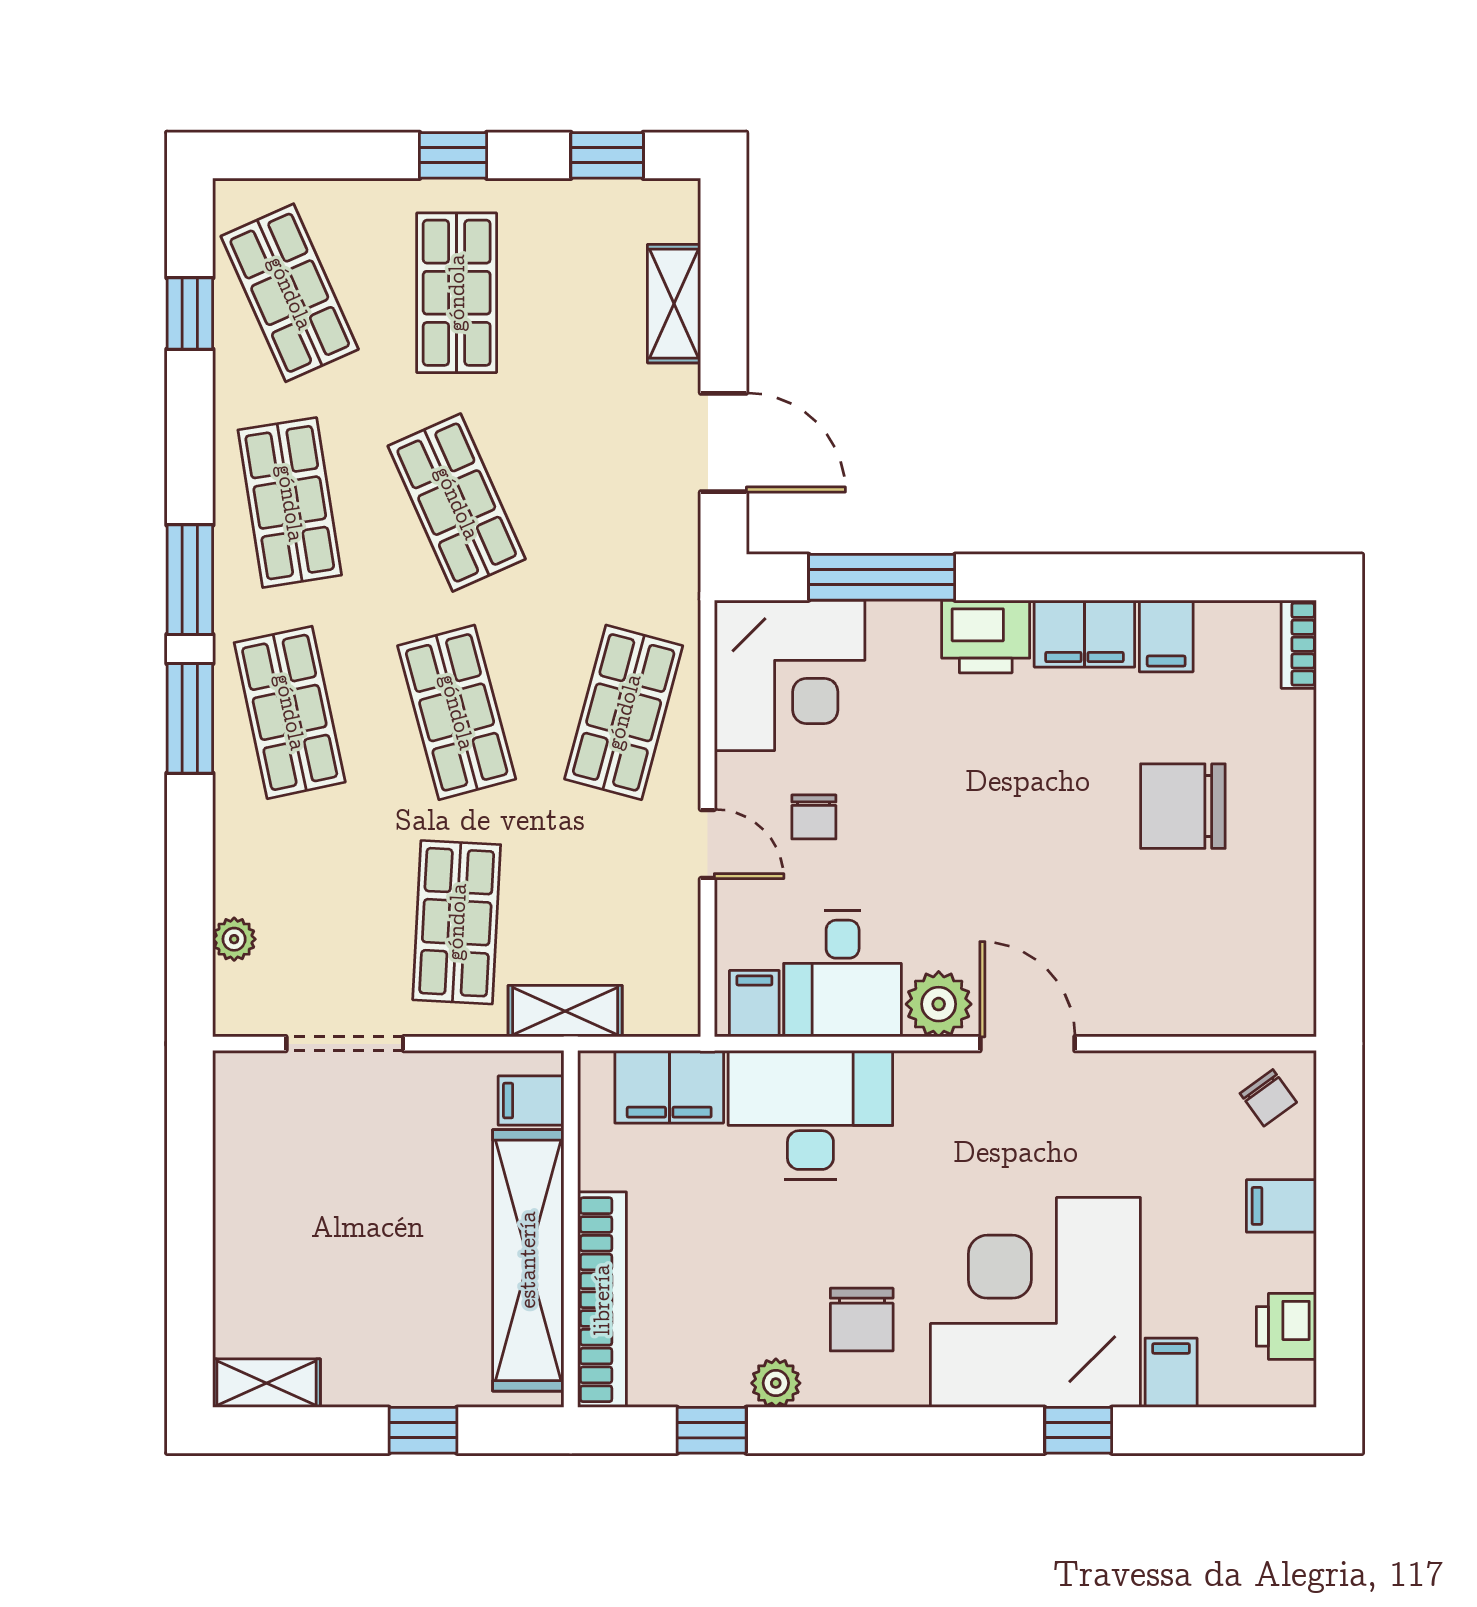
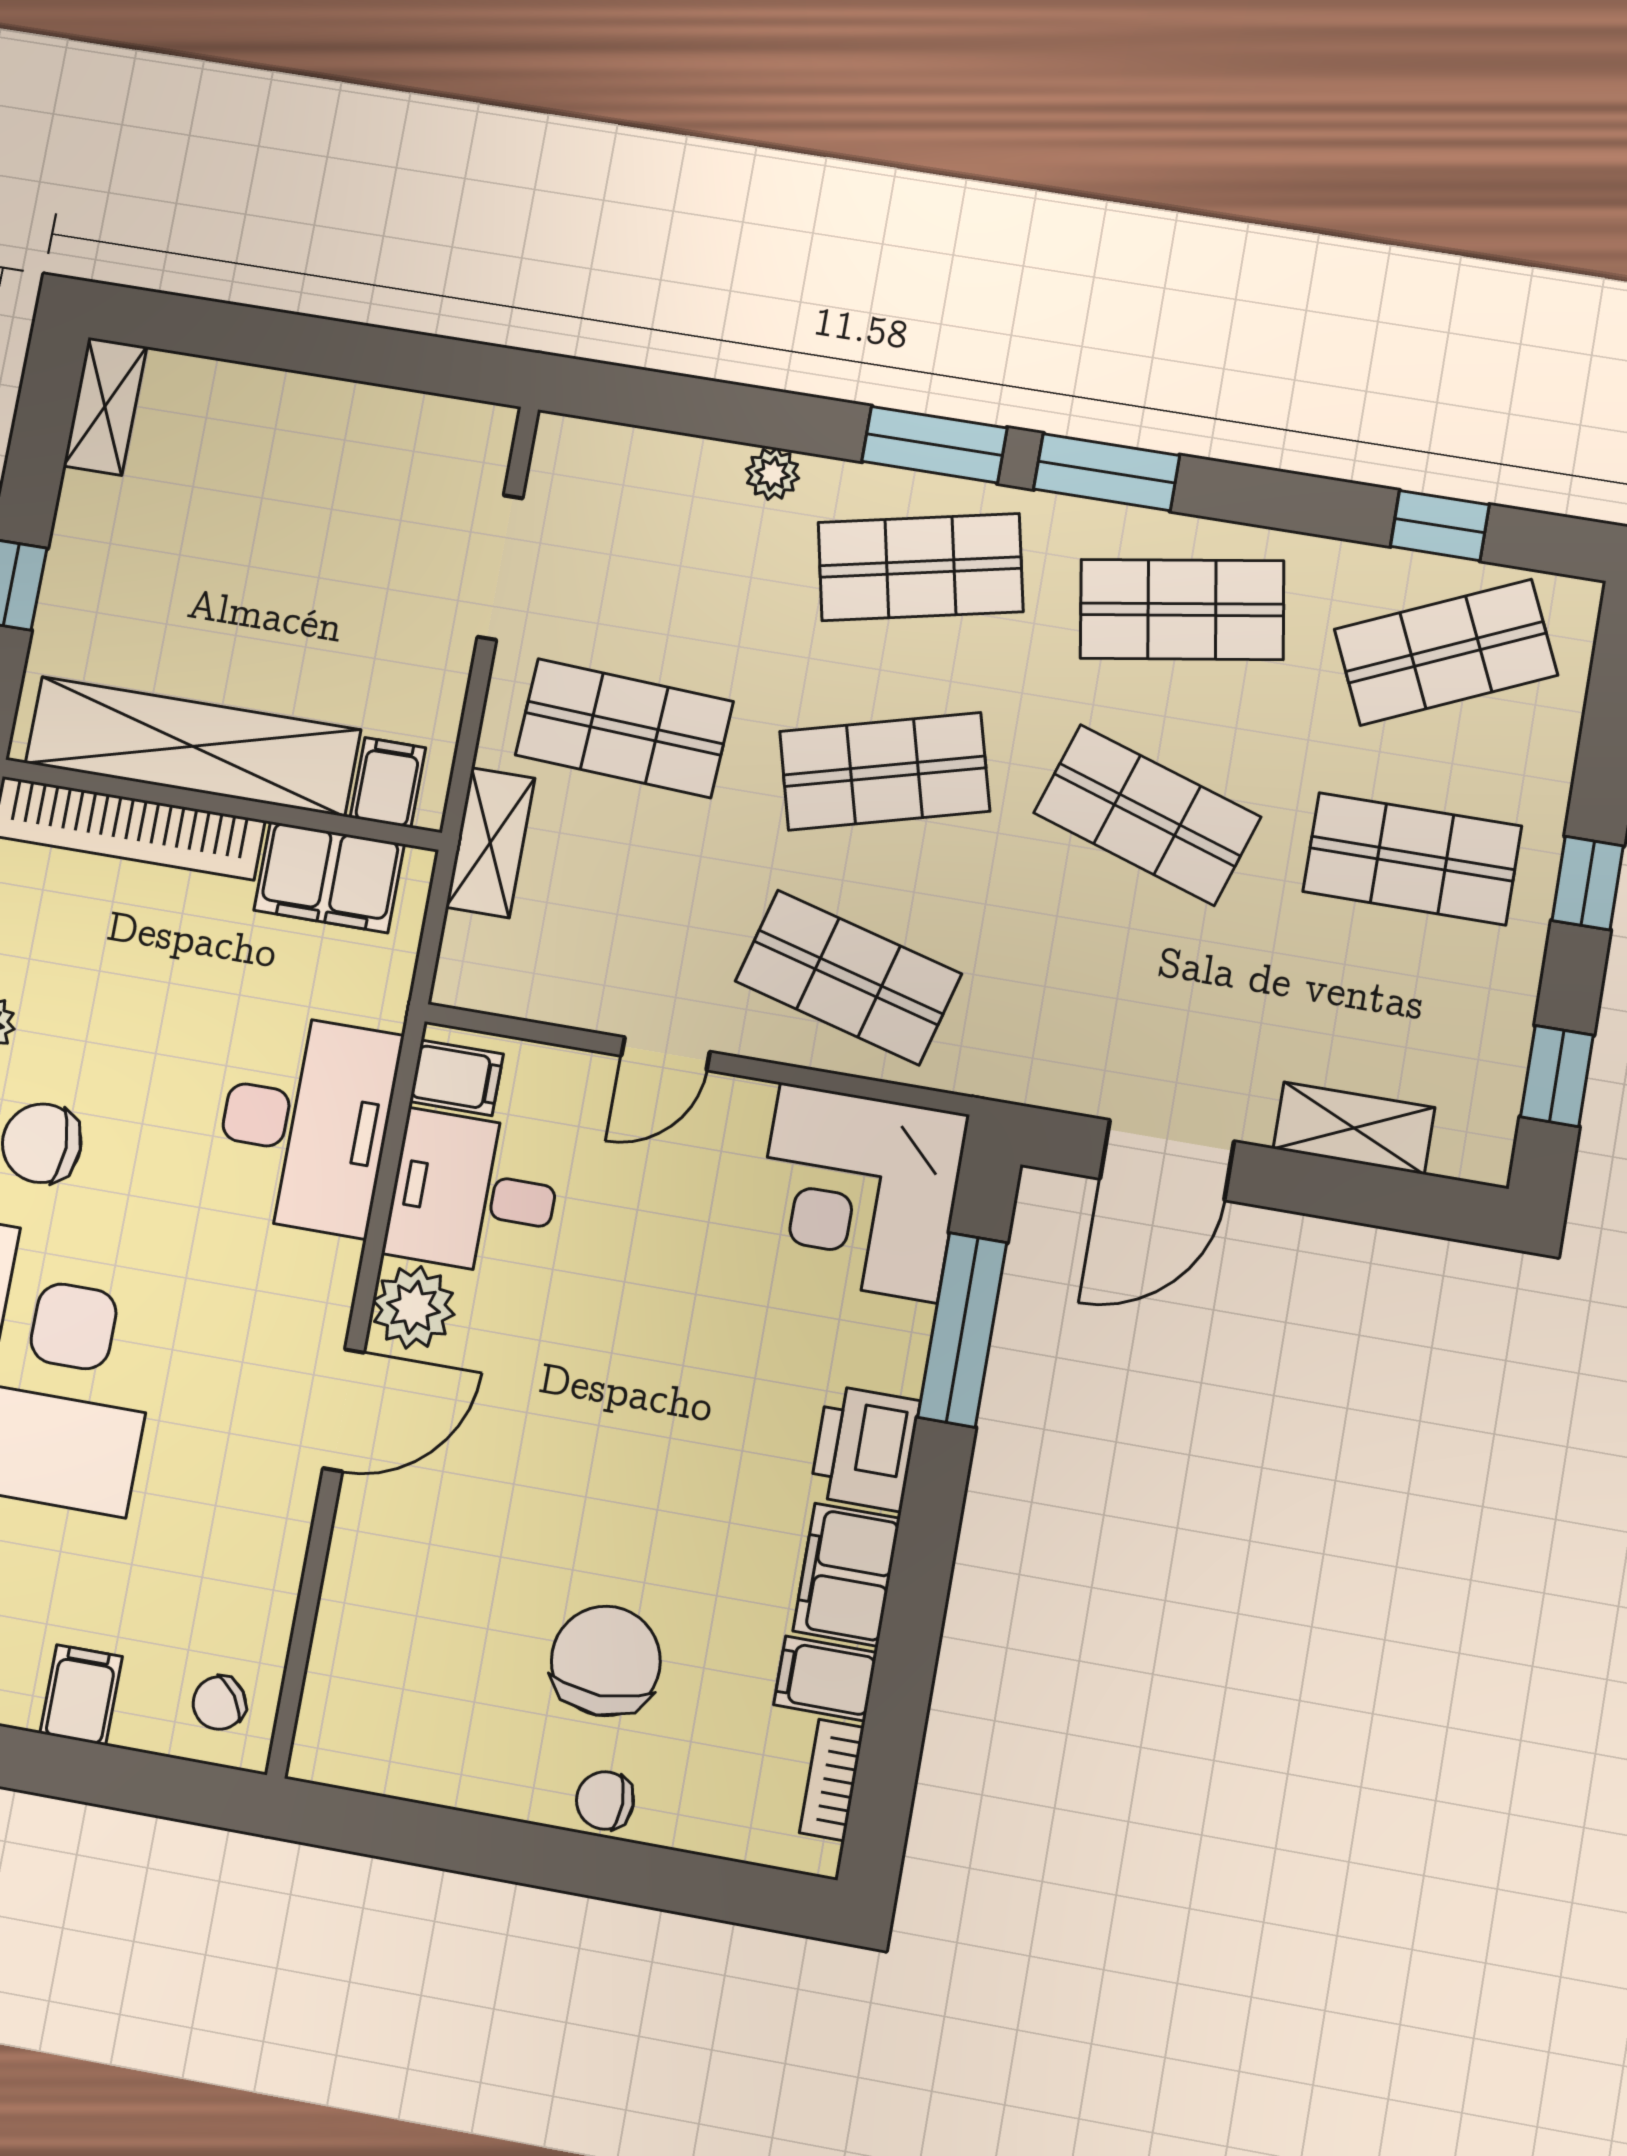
shop shelf: (457, 503) -> (1147, 815), turned 42
bookcase: (1299, 644) -> (832, 1780), moved, turned -90
chair: (814, 817) -> (605, 1800), moved
plant: (234, 939) -> (773, 474), moved
filing cabinet: (669, 1087) -> (329, 877), moved, turned -90

